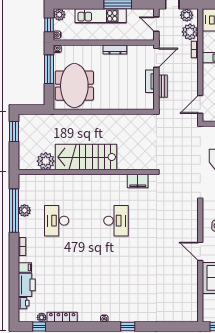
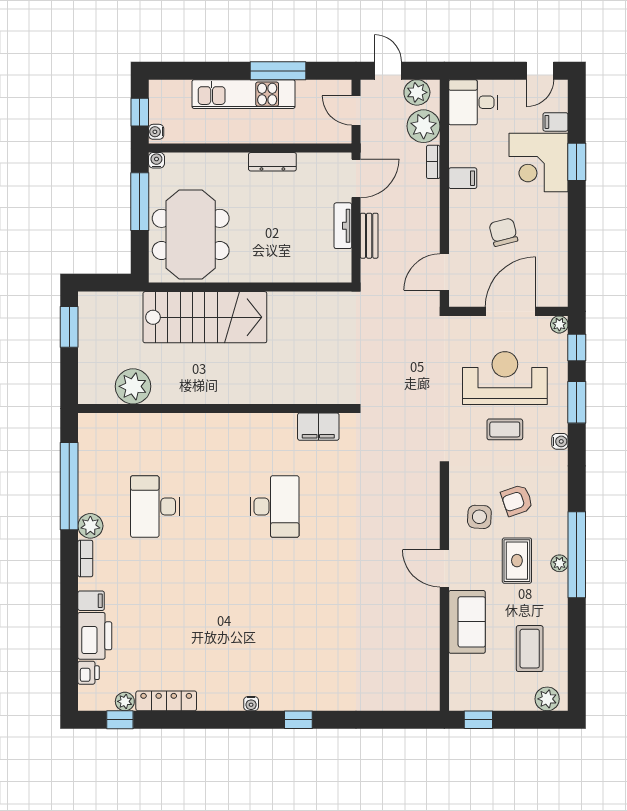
plant: (59, 15) -> (160, 91), removed
stairs: (86, 157) -> (205, 317), moved, turned 180
plant: (24, 210) -> (90, 526), moved

